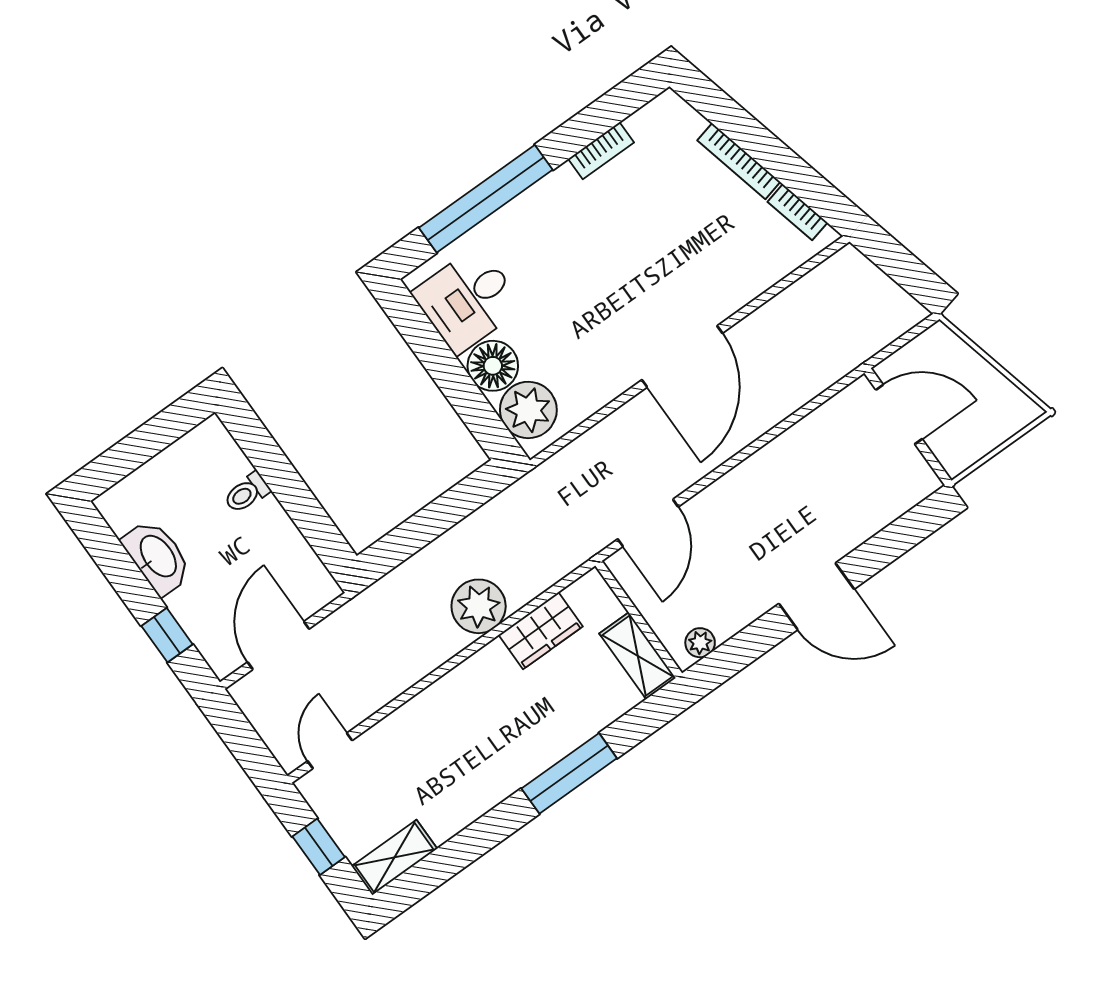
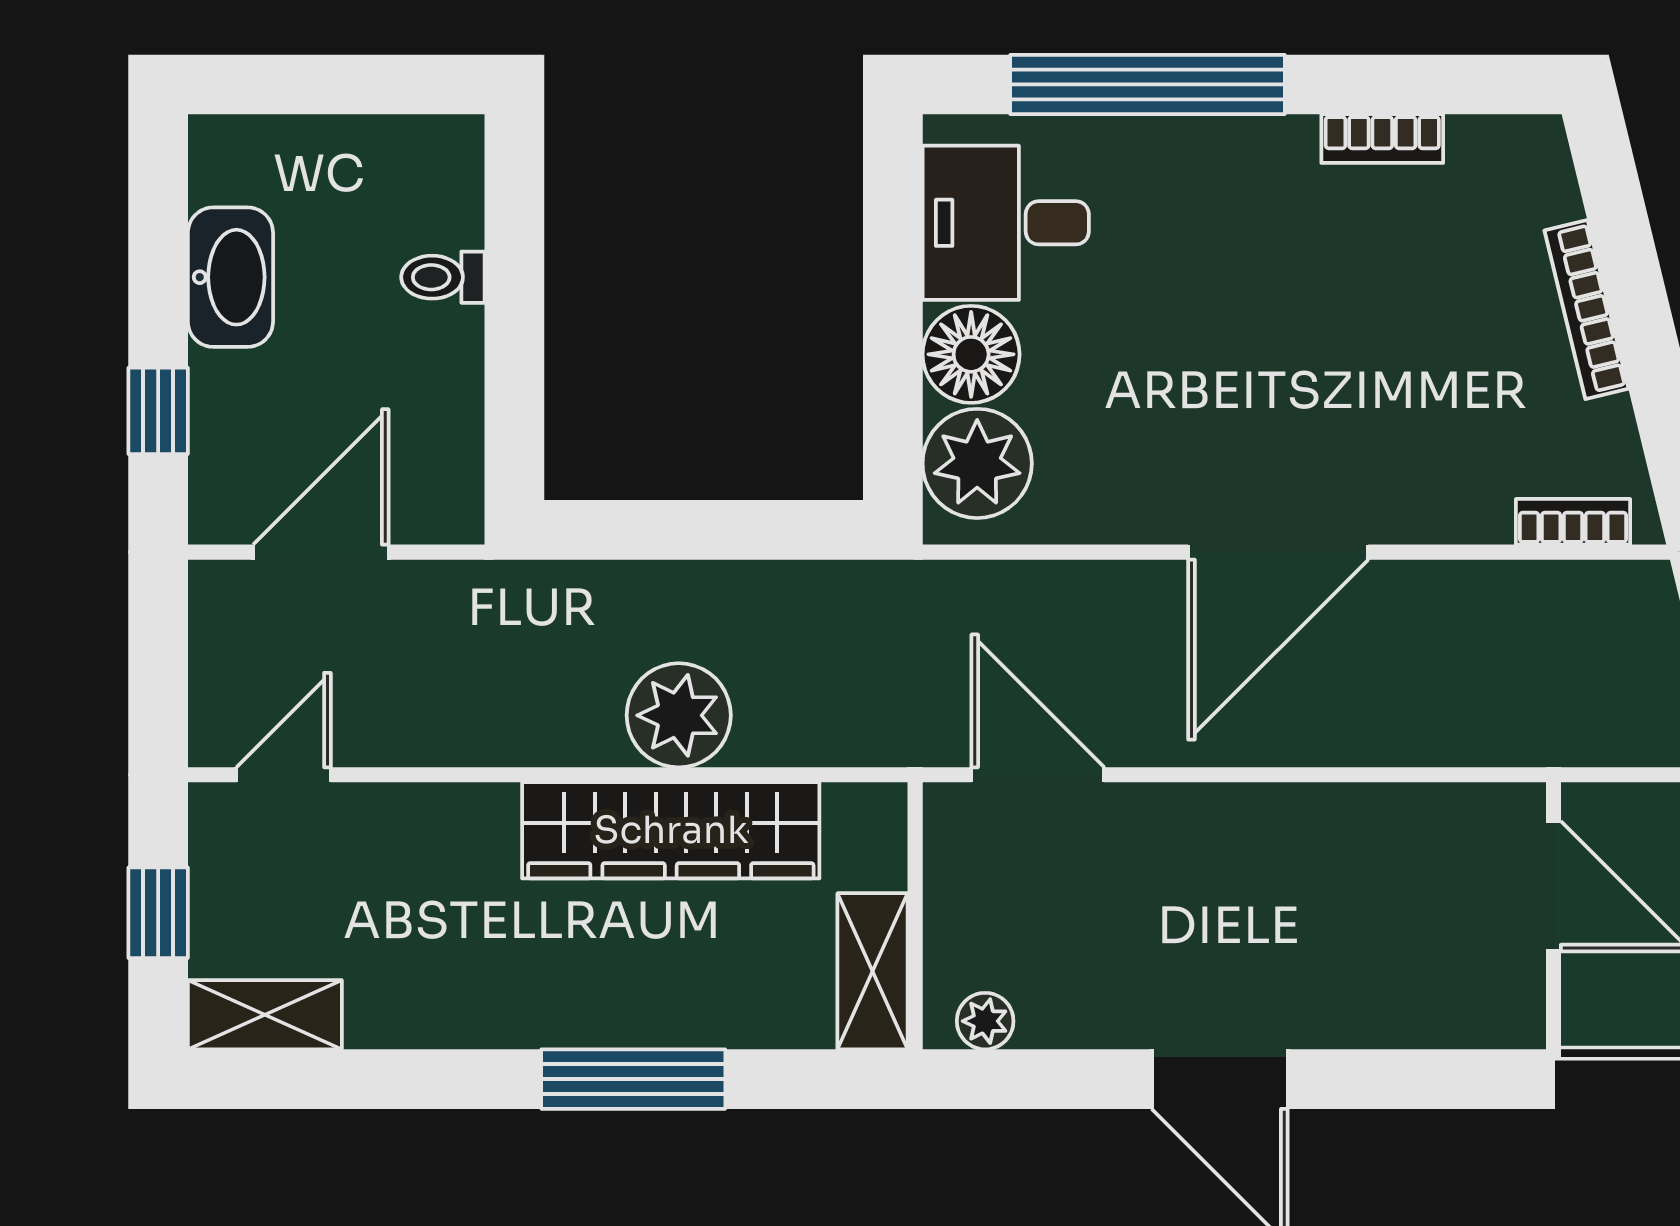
bookcase: (797, 212) -> (1573, 522), moved, turned 104
door: (648, 523) -> (1038, 775), swing flipped
wardrobe: (541, 631) -> (671, 830), width x2.10, depth x1.17

